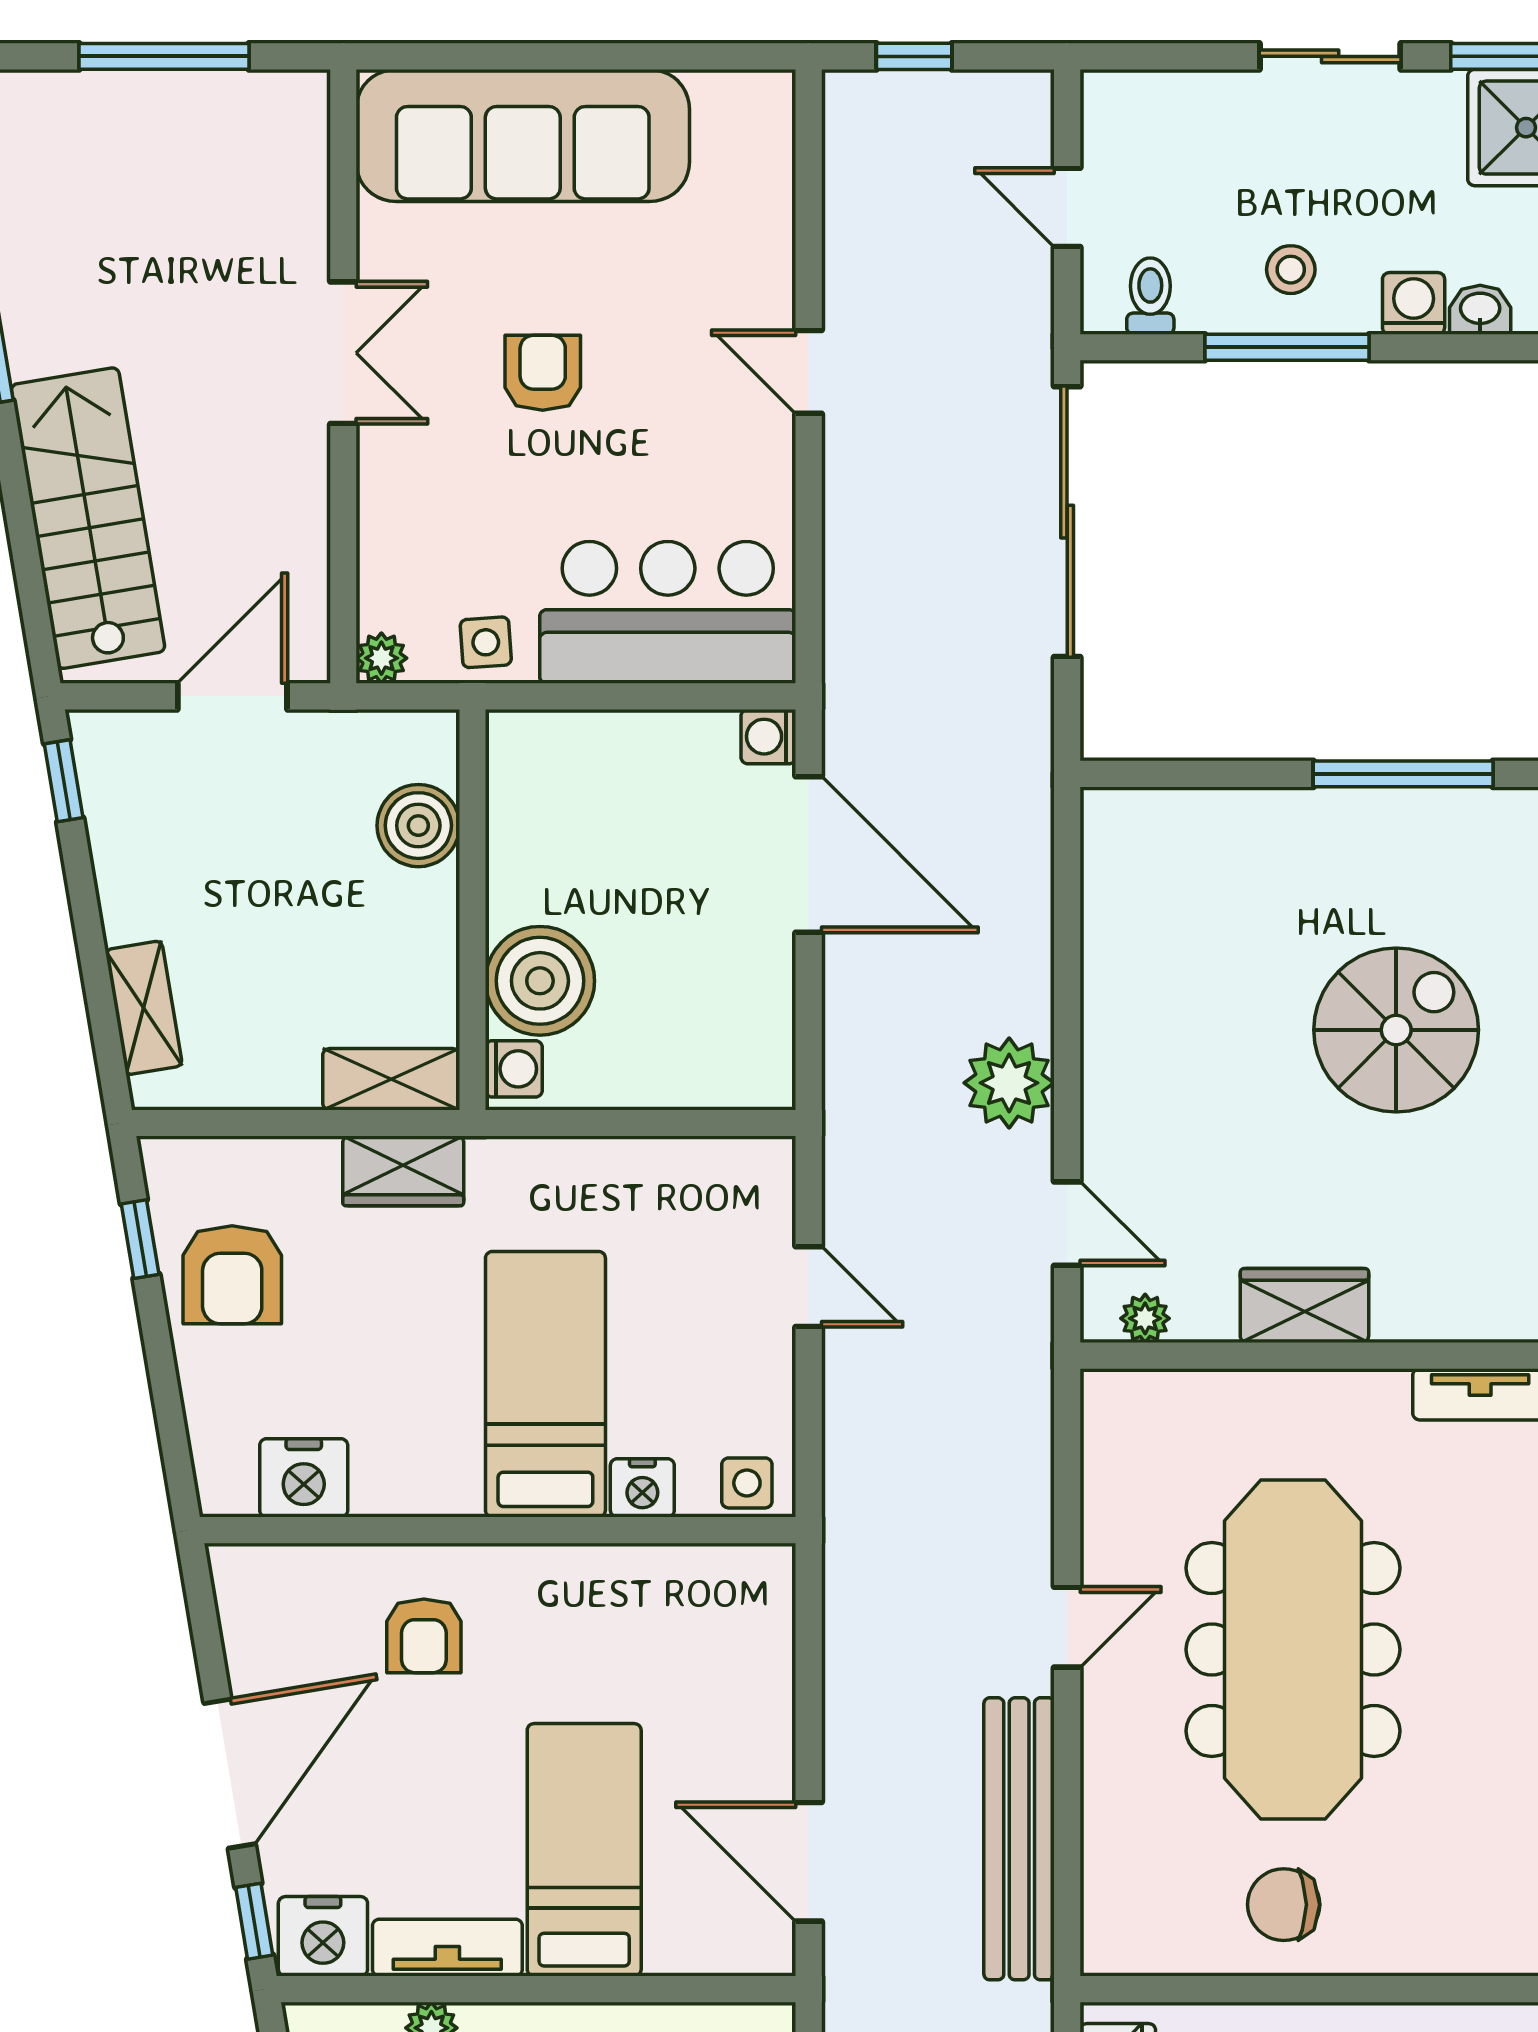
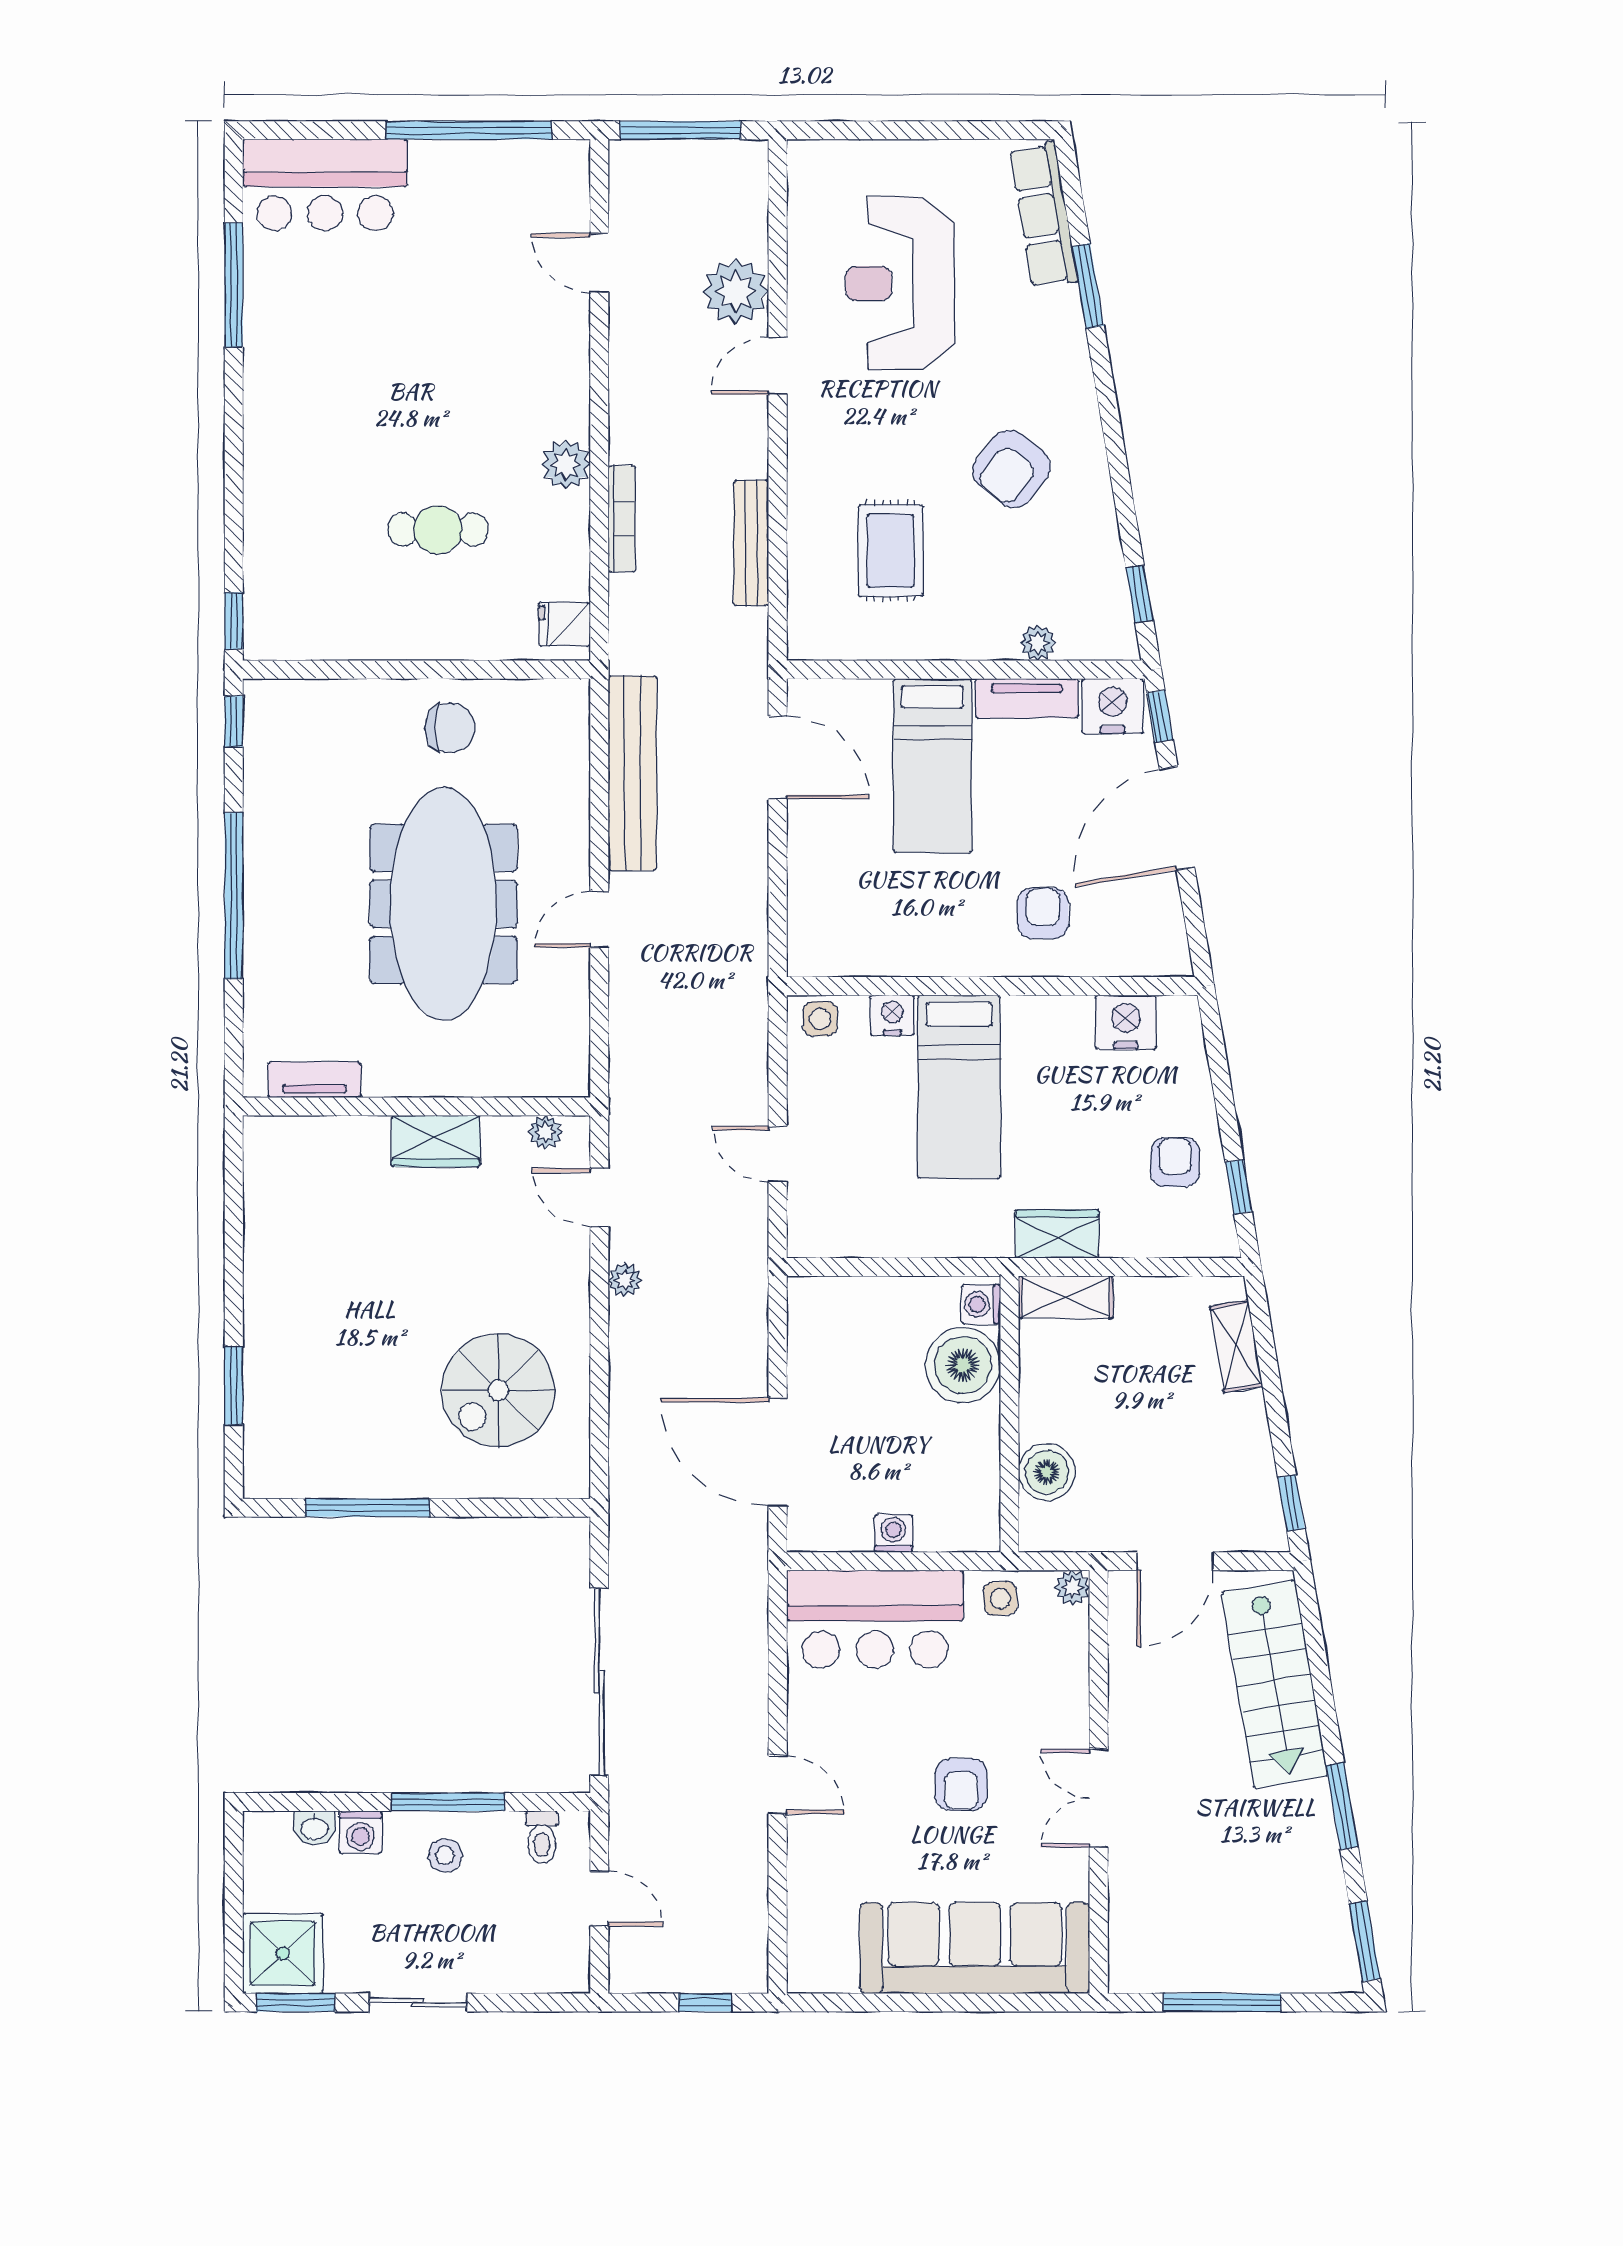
washing machine: (768, 737) -> (893, 1533), moved, turned -90
spiral stairs: (1396, 1030) -> (498, 1390), moved
plant: (1009, 1083) -> (625, 1280), width x0.53, depth x0.53
armchair: (232, 1275) -> (1175, 1162), width x0.72, depth x0.72

